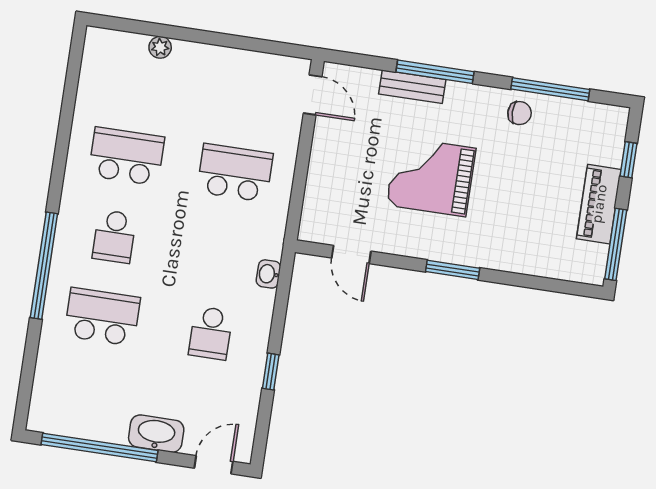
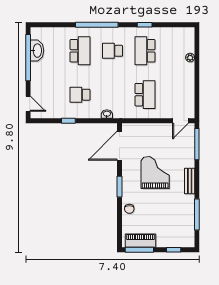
window: (435, 72) -> (197, 144), moved
bench: (412, 87) -> (190, 181), moved
chair: (519, 113) -> (129, 209), moved
window: (62, 147) -> (145, 25), added
school desk: (126, 156) -> (145, 51), turned 180
piano: (599, 204) -> (140, 241), moved
door: (351, 255) -> (120, 146), width x1.87
washbasin: (156, 434) -> (37, 51), moved

